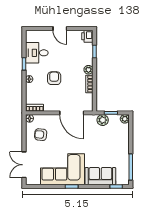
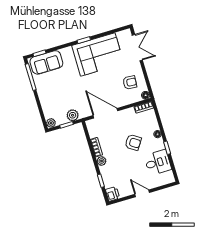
armchair: (54, 78) -> (133, 142), turned -56
sofa: (100, 176) -> (46, 62), moved

